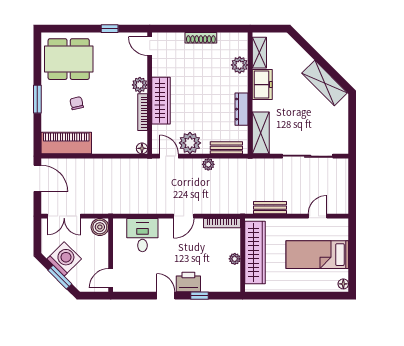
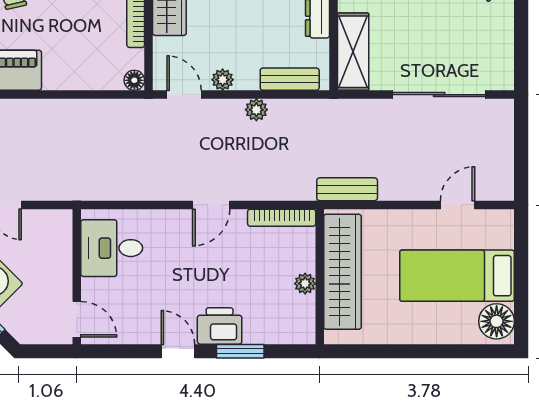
plant: (190, 143) -> (223, 80), width x0.53, depth x0.53
bench: (270, 208) -> (347, 189), moved
boiler: (100, 227) -> (57, 225), removed
desk: (142, 235) -> (112, 248), moved, turned -90
door: (111, 278) -> (77, 319), swing flipped
floor lamp: (343, 284) -> (497, 321), width x1.89, depth x1.89
window: (200, 296) -> (240, 351), width x1.50

